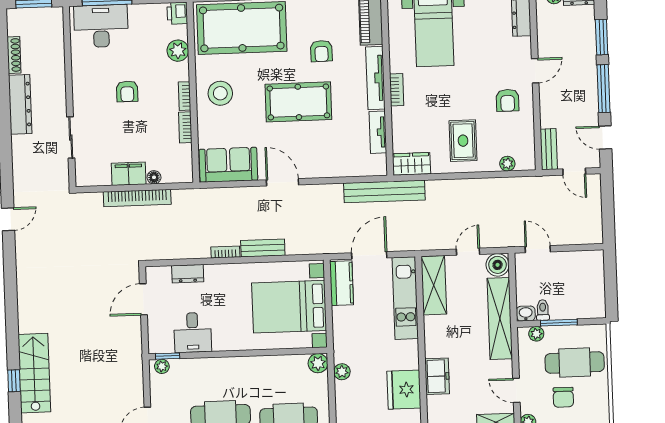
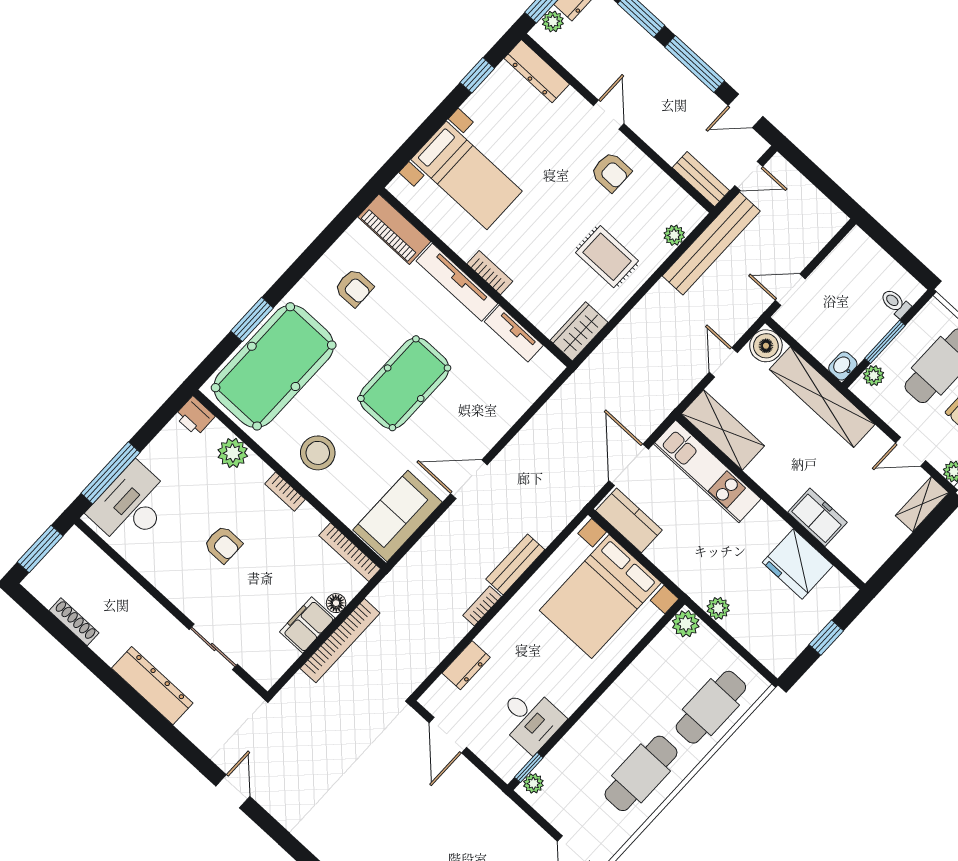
armchair: (321, 51) -> (354, 288), moved
dresser: (20, 104) -> (152, 686), moved
bookcase: (185, 127) -> (350, 552), moved, width x1.56
bench: (384, 191) -> (711, 244), moved
toilet: (543, 310) -> (895, 303), moved

